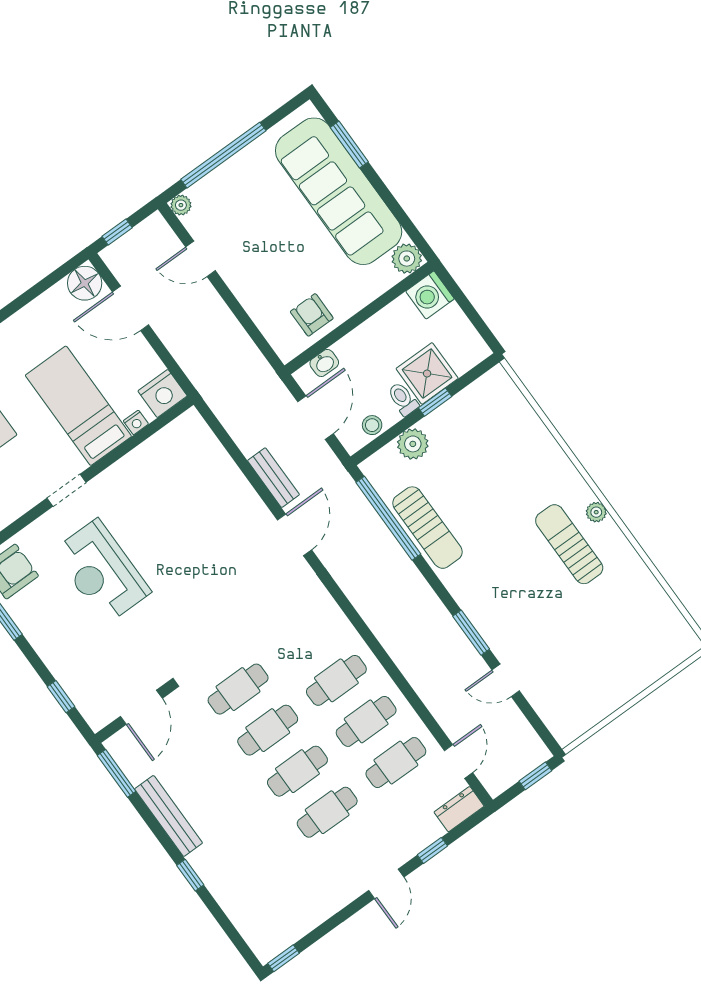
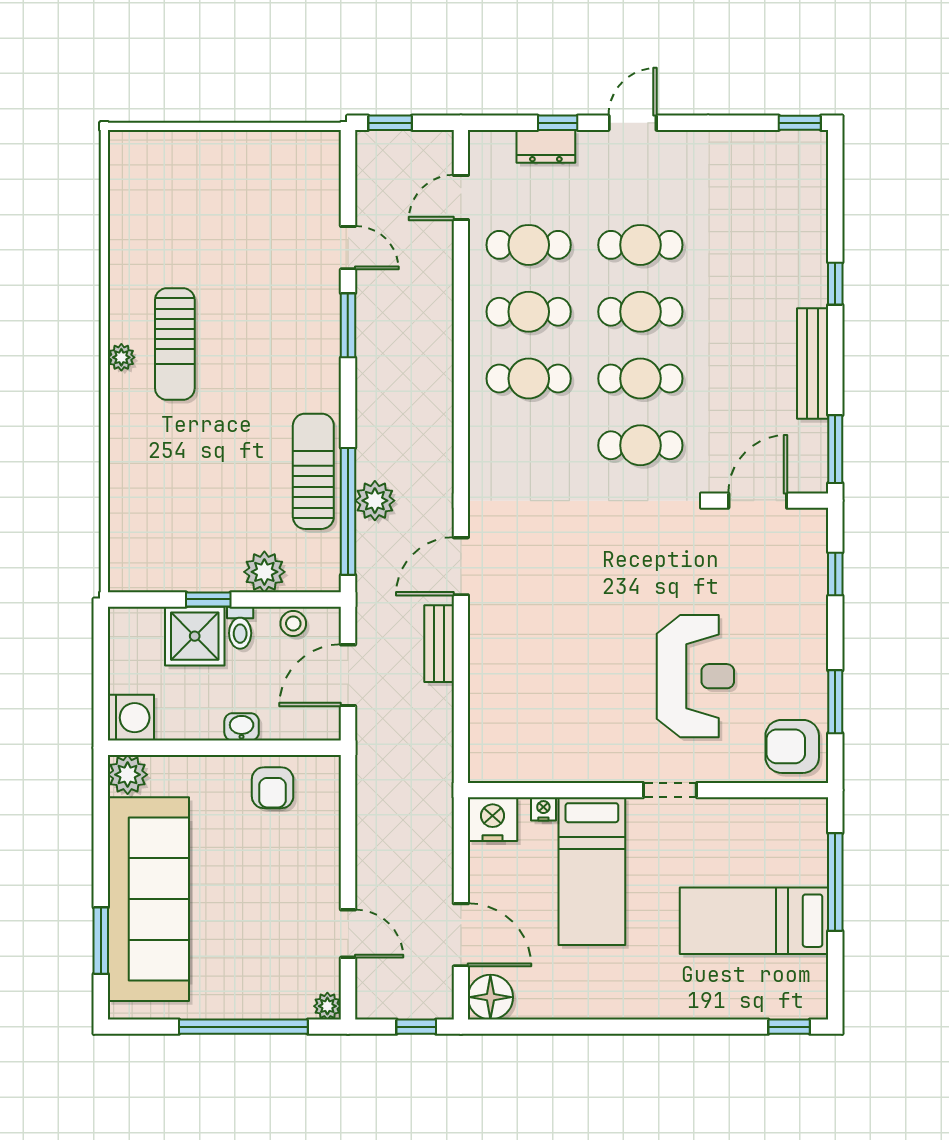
washbasin: (324, 363) -> (242, 727), moved
plant: (377, 537) -> (375, 501), added
dresser: (459, 809) -> (546, 146), moved

